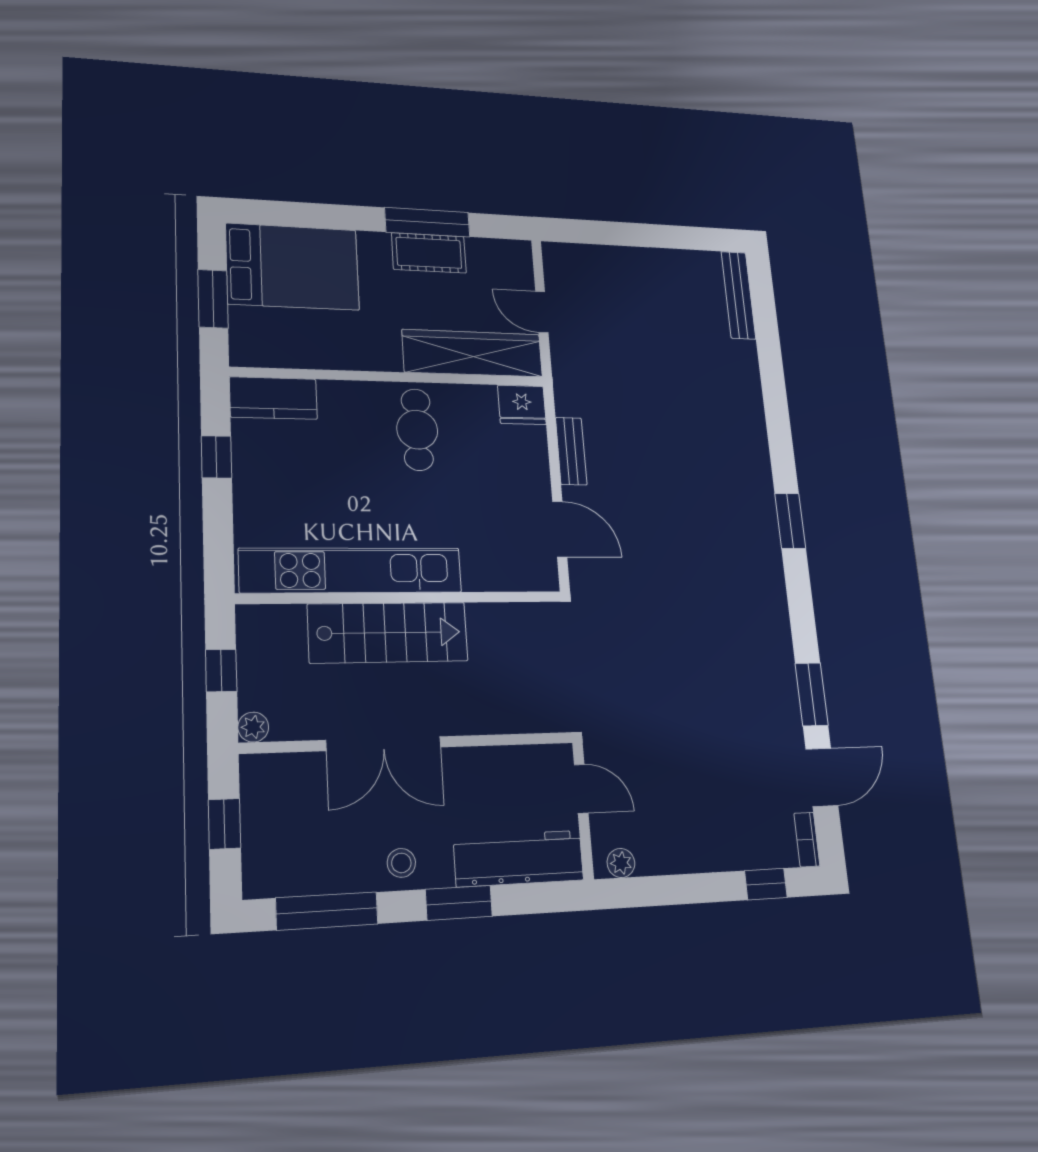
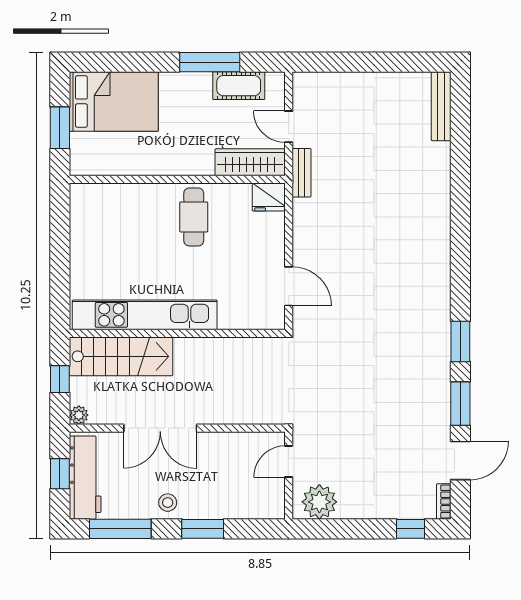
cot: (429, 253) -> (239, 86), moved
wardrobe: (473, 353) -> (250, 162), width x0.71, depth x0.85
kitchen counter: (273, 398) -> (98, 197), removed
bench: (571, 451) -> (301, 173), moved
window: (216, 457) -> (60, 239), removed
window: (790, 521) -> (460, 341), moved
stairs: (388, 633) -> (121, 356), moved
door: (581, 789) -> (289, 462), swing flipped
workbench: (519, 858) -> (85, 478), moved, turned 90
plant: (621, 863) -> (319, 502), width x1.87, depth x1.87

